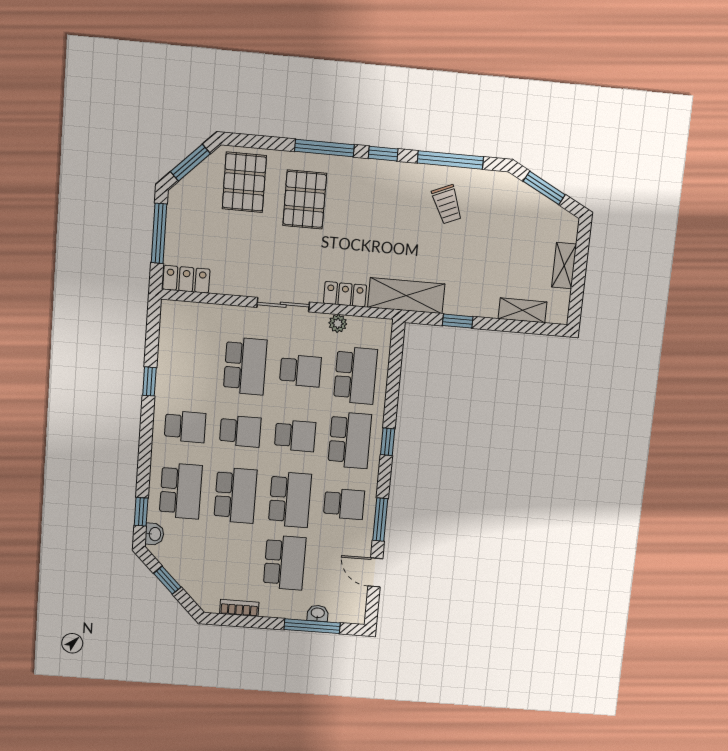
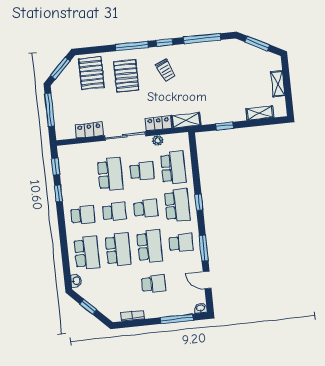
trolley: (447, 204) -> (166, 70), moved
locker: (186, 279) -> (89, 130), moved
shelving: (406, 296) -> (186, 120), width x0.67, depth x0.75
sliding door: (283, 305) -> (125, 136), width x1.37
window: (141, 512) -> (56, 167), moved
school desk: (285, 563) -> (154, 284), width x0.54
washbasin: (318, 613) -> (201, 308), moved

